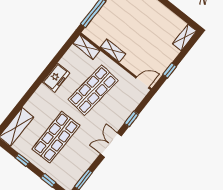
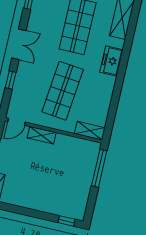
shelving: (113, 50) -> (42, 135), moved
freezer: (56, 78) -> (111, 61), moved

